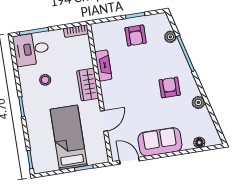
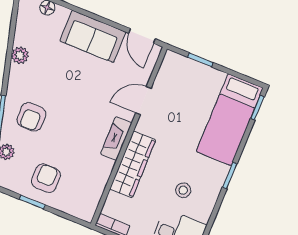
fireplace: (103, 65) -> (116, 139), moved
wardrobe: (88, 85) -> (133, 164), width x1.50
armchair: (170, 87) -> (31, 117), moved
bed: (69, 138) -> (230, 120), moved

